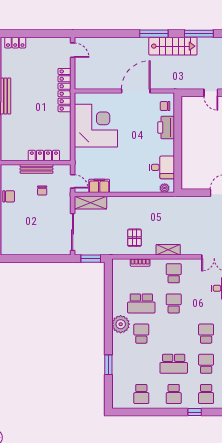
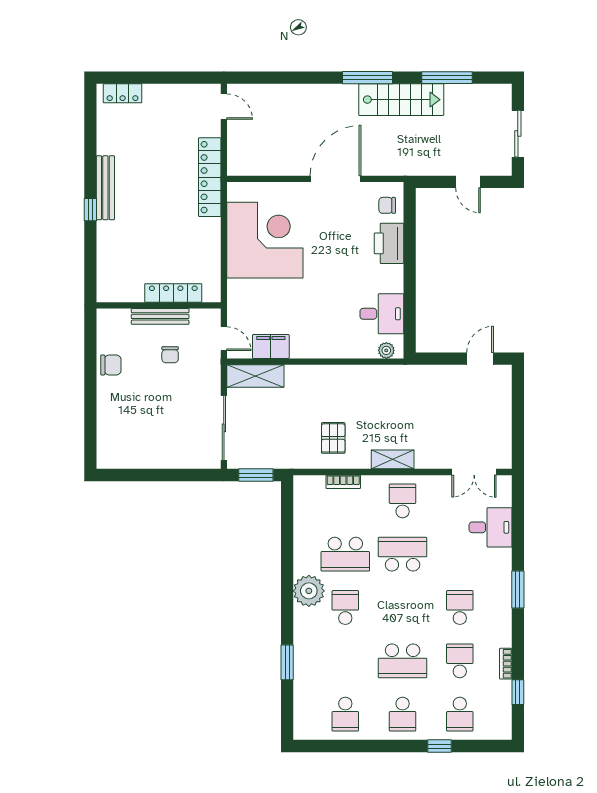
school desk: (174, 303) -> (403, 554), width x1.85

